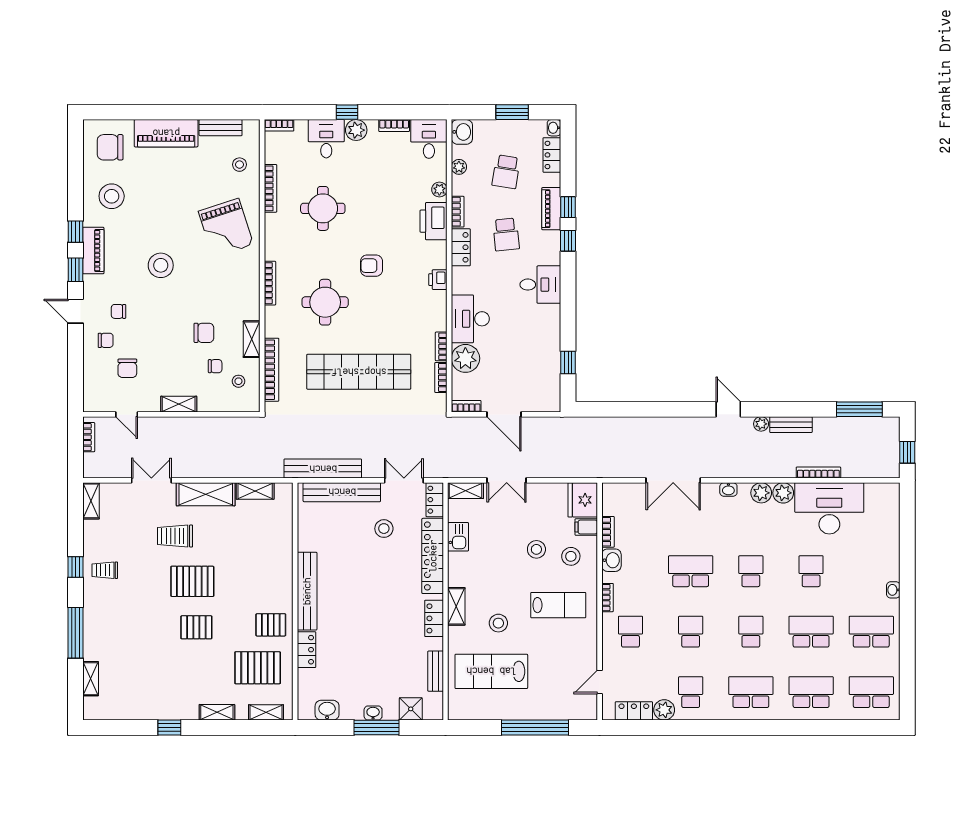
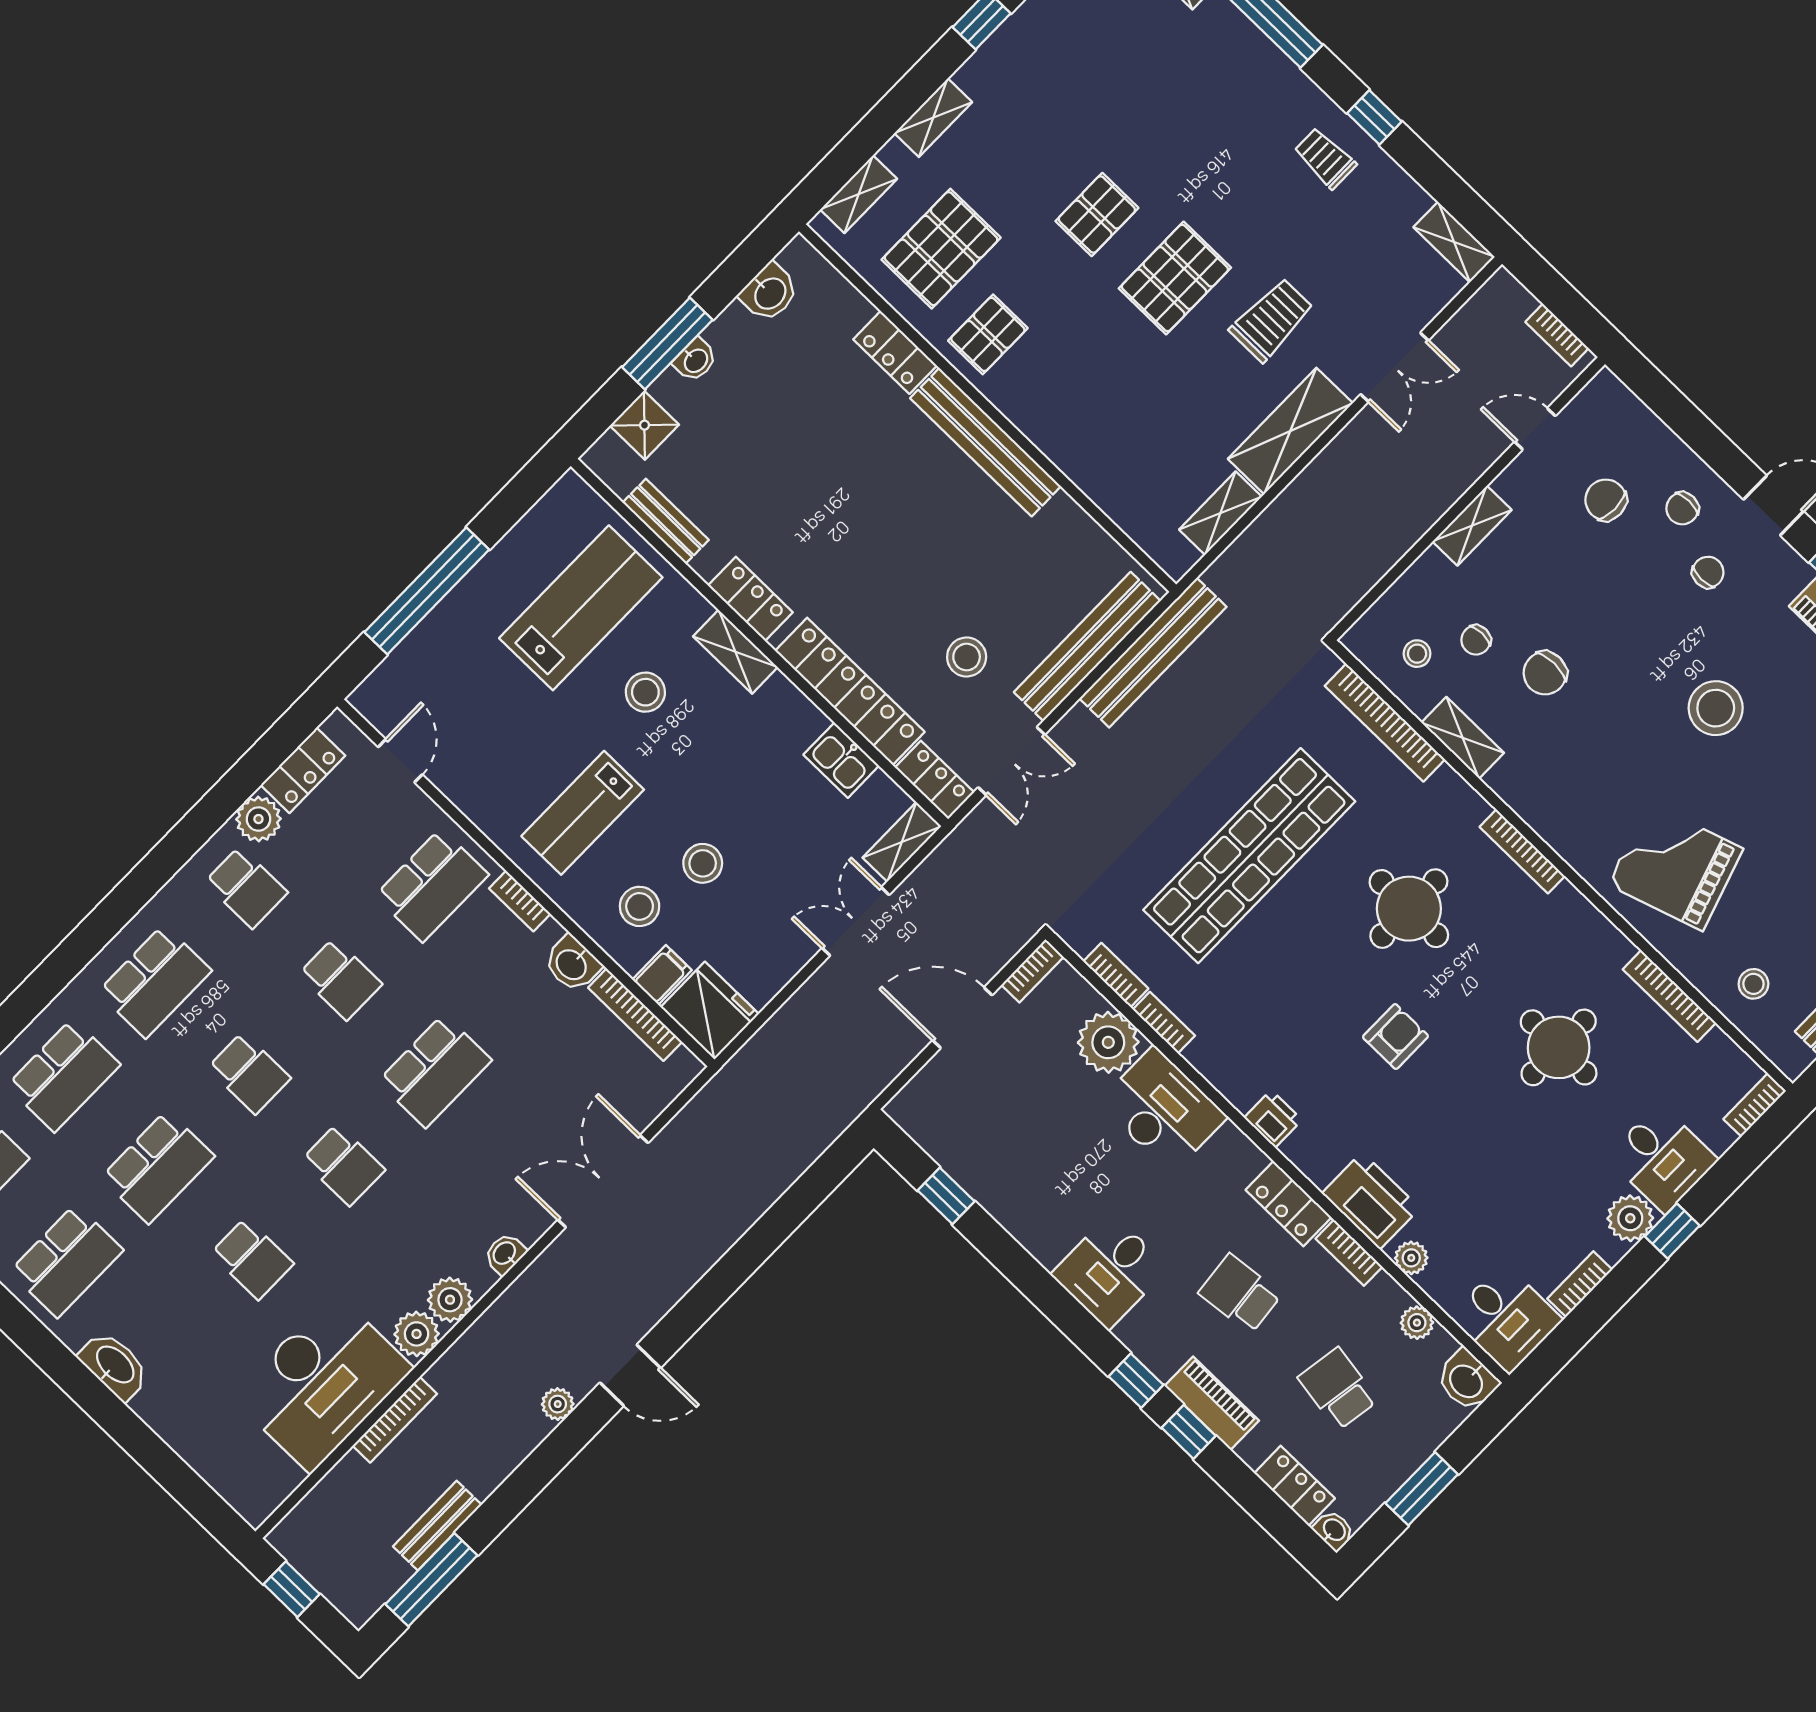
bench: (791, 425) -> (437, 1526), moved
bookcase: (608, 532) -> (635, 1015), width x1.56
trolley: (105, 570) -> (1325, 158), turned -90
washbasin: (893, 590) -> (114, 1365), width x1.91, depth x1.45
school desk: (630, 632) -> (432, 885), width x1.85

